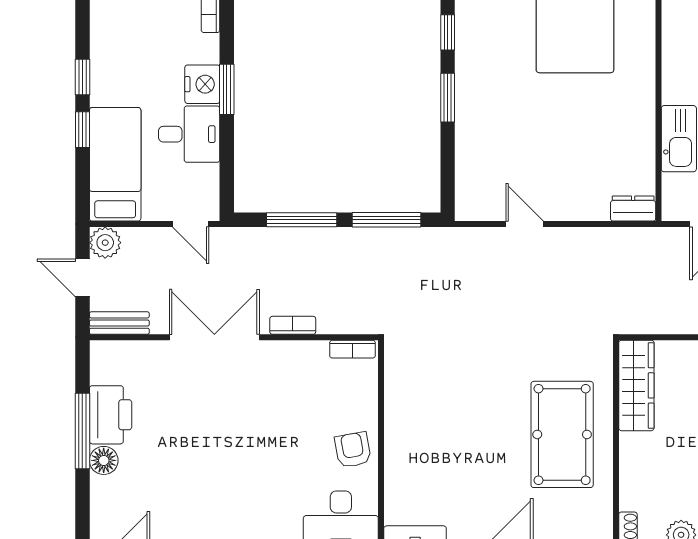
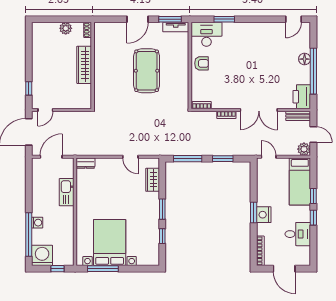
desk: (189, 134) -> (298, 234), moved, turned 180
wardrobe: (471, 168) -> (153, 180), added
window: (302, 220) -> (223, 159), width x0.69
wardrobe: (636, 385) -> (84, 65), moved
printer: (111, 415) -> (302, 97), moved
window: (82, 431) -> (313, 71), width x1.46
pool table: (562, 434) -> (147, 71), moved
armchair: (353, 450) -> (202, 63), turned -80

